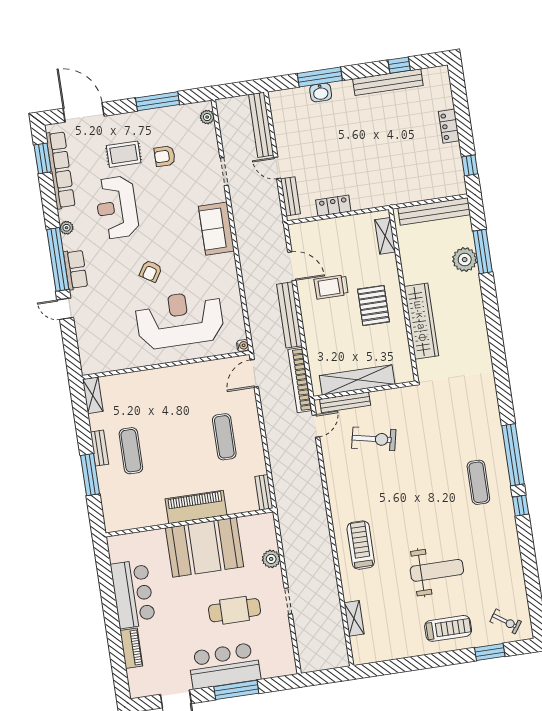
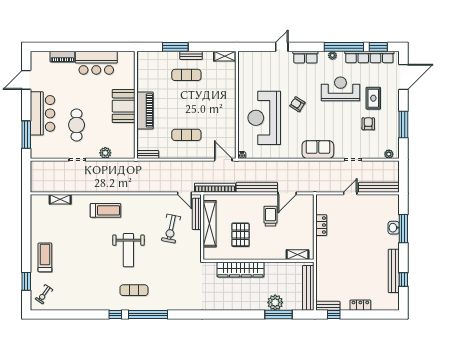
bench: (290, 196) -> (328, 306), moved
window: (58, 259) -> (344, 47), moved
pallet: (373, 306) -> (240, 235), moved, turned 90
reception desk: (180, 320) -> (264, 118), turned 180
booth: (205, 547) -> (124, 106), width x0.73, depth x0.70
weight bench: (437, 570) -> (128, 250), moved
treadmill: (448, 628) -> (45, 257), turned 180
window: (236, 690) -> (26, 135), moved

